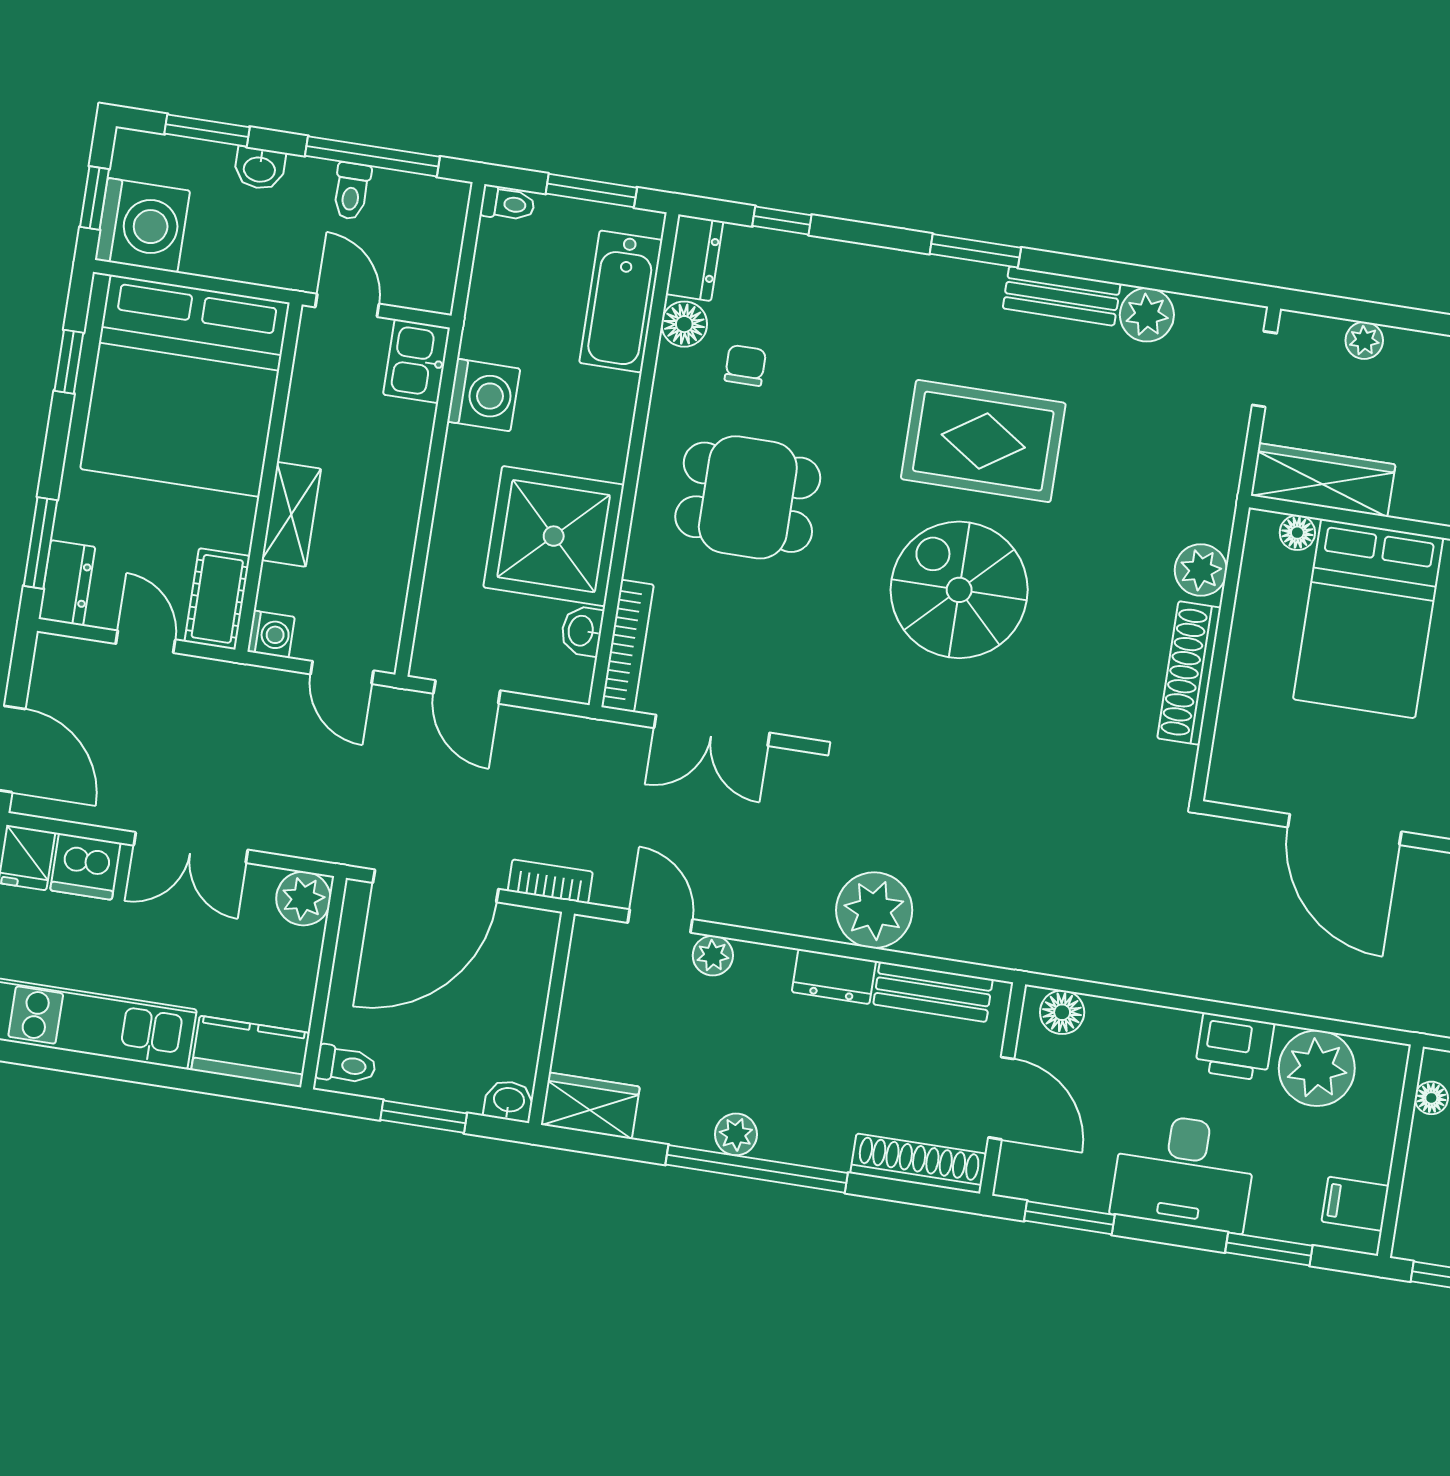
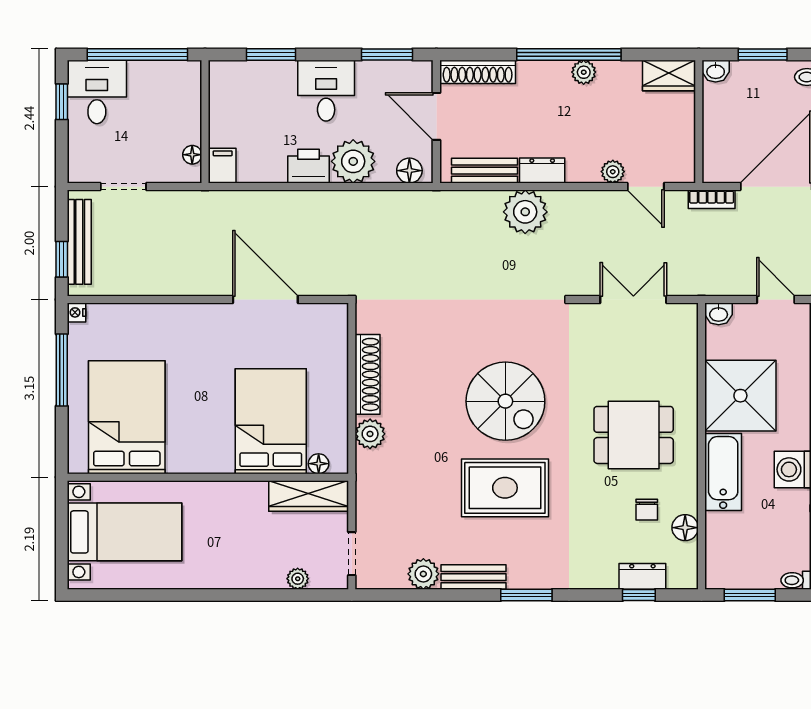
dresser: (695, 258) -> (642, 576), moved, turned 90
bathtub: (621, 301) -> (723, 472), moved
washbasin: (582, 631) -> (719, 314), moved, turned 90
bookcase: (628, 646) -> (689, 340), removed
plant: (1317, 1068) -> (353, 161), moved
desk: (1184, 1172) -> (326, 91), width x0.73
filing cabinet: (1355, 1204) -> (223, 166), moved, turned -90

